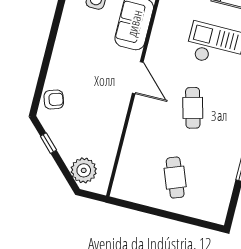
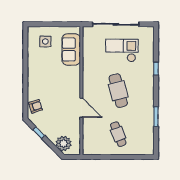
door: (138, 78) -> (81, 108), moved
cafe table: (193, 108) -> (118, 91), width x1.37, depth x1.35

